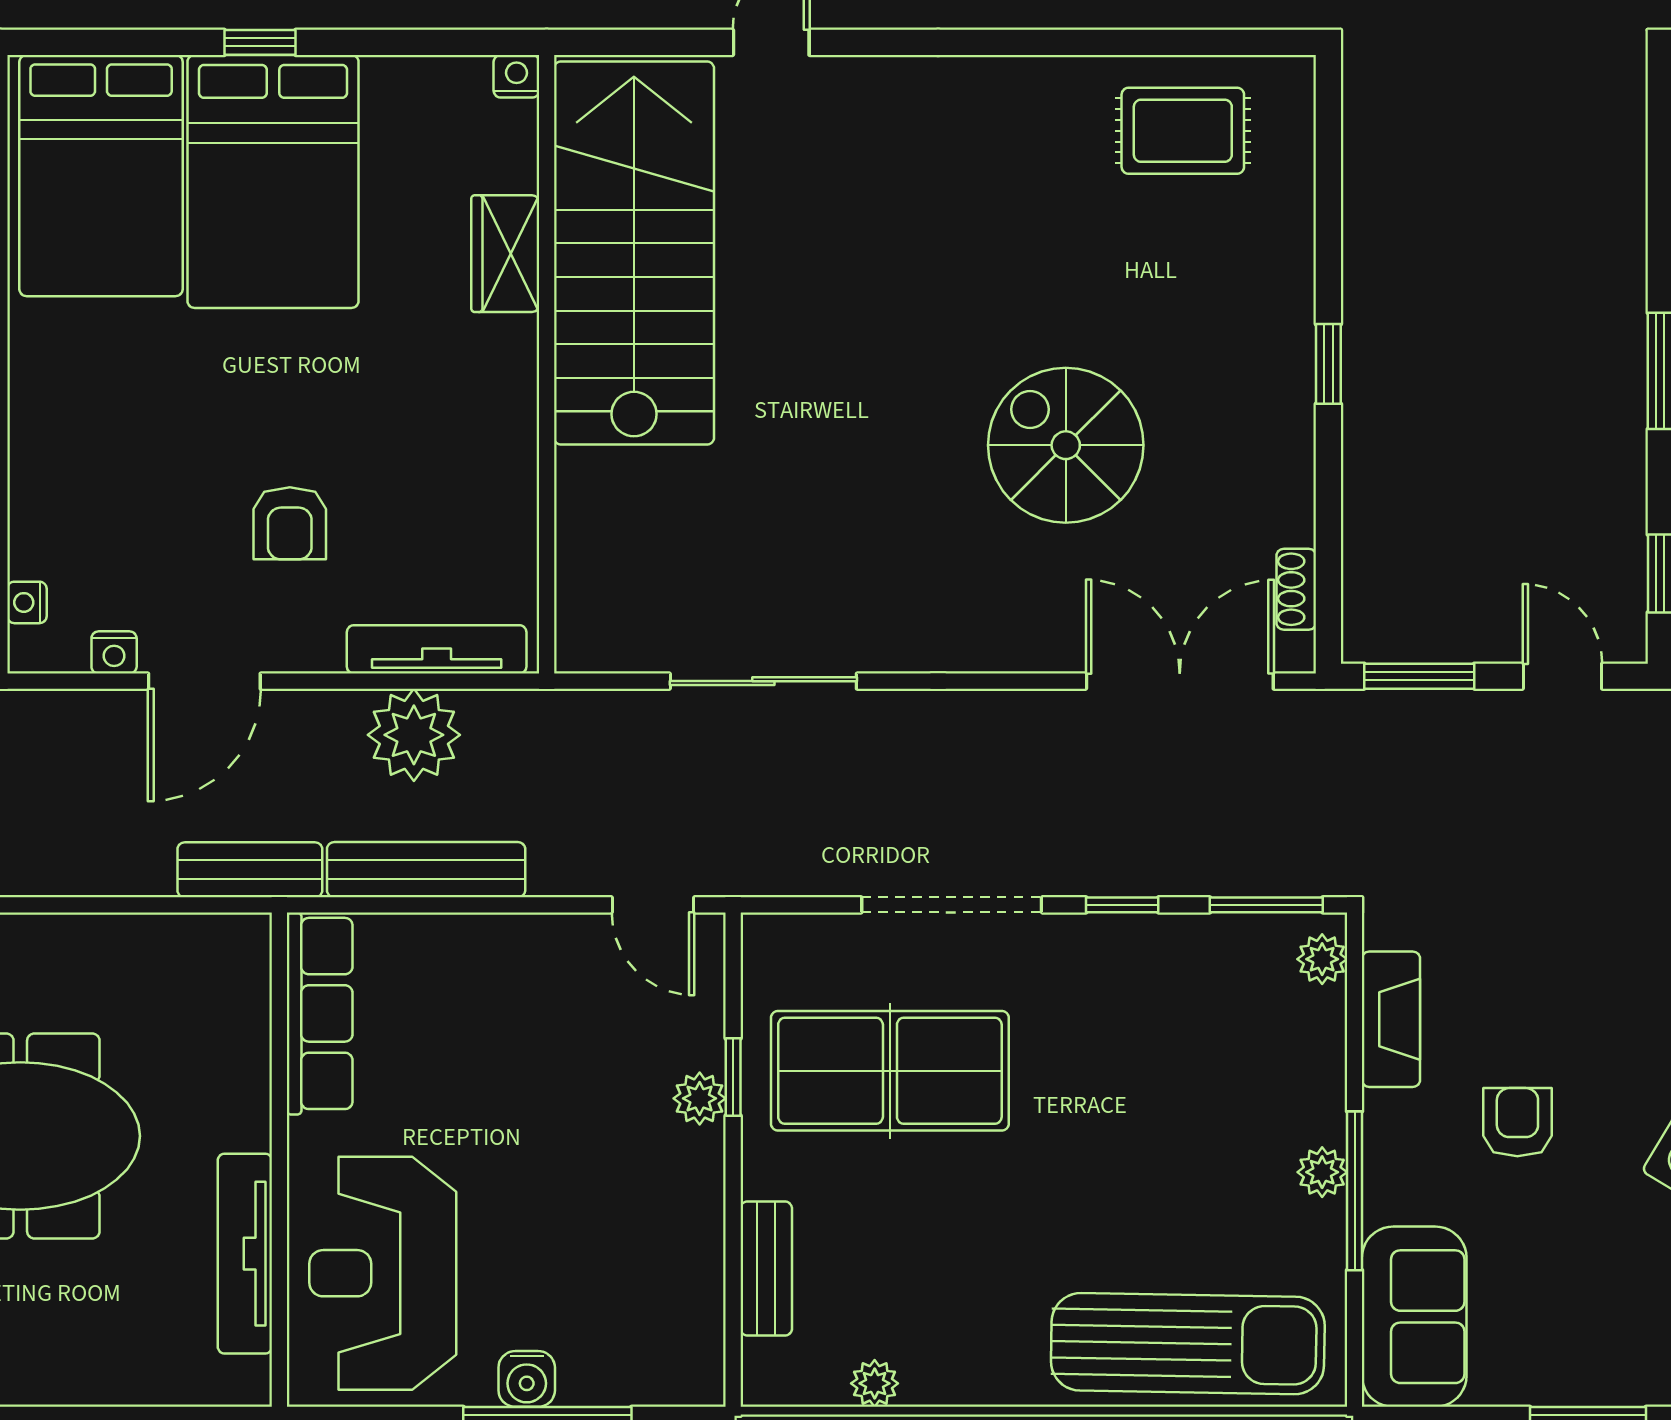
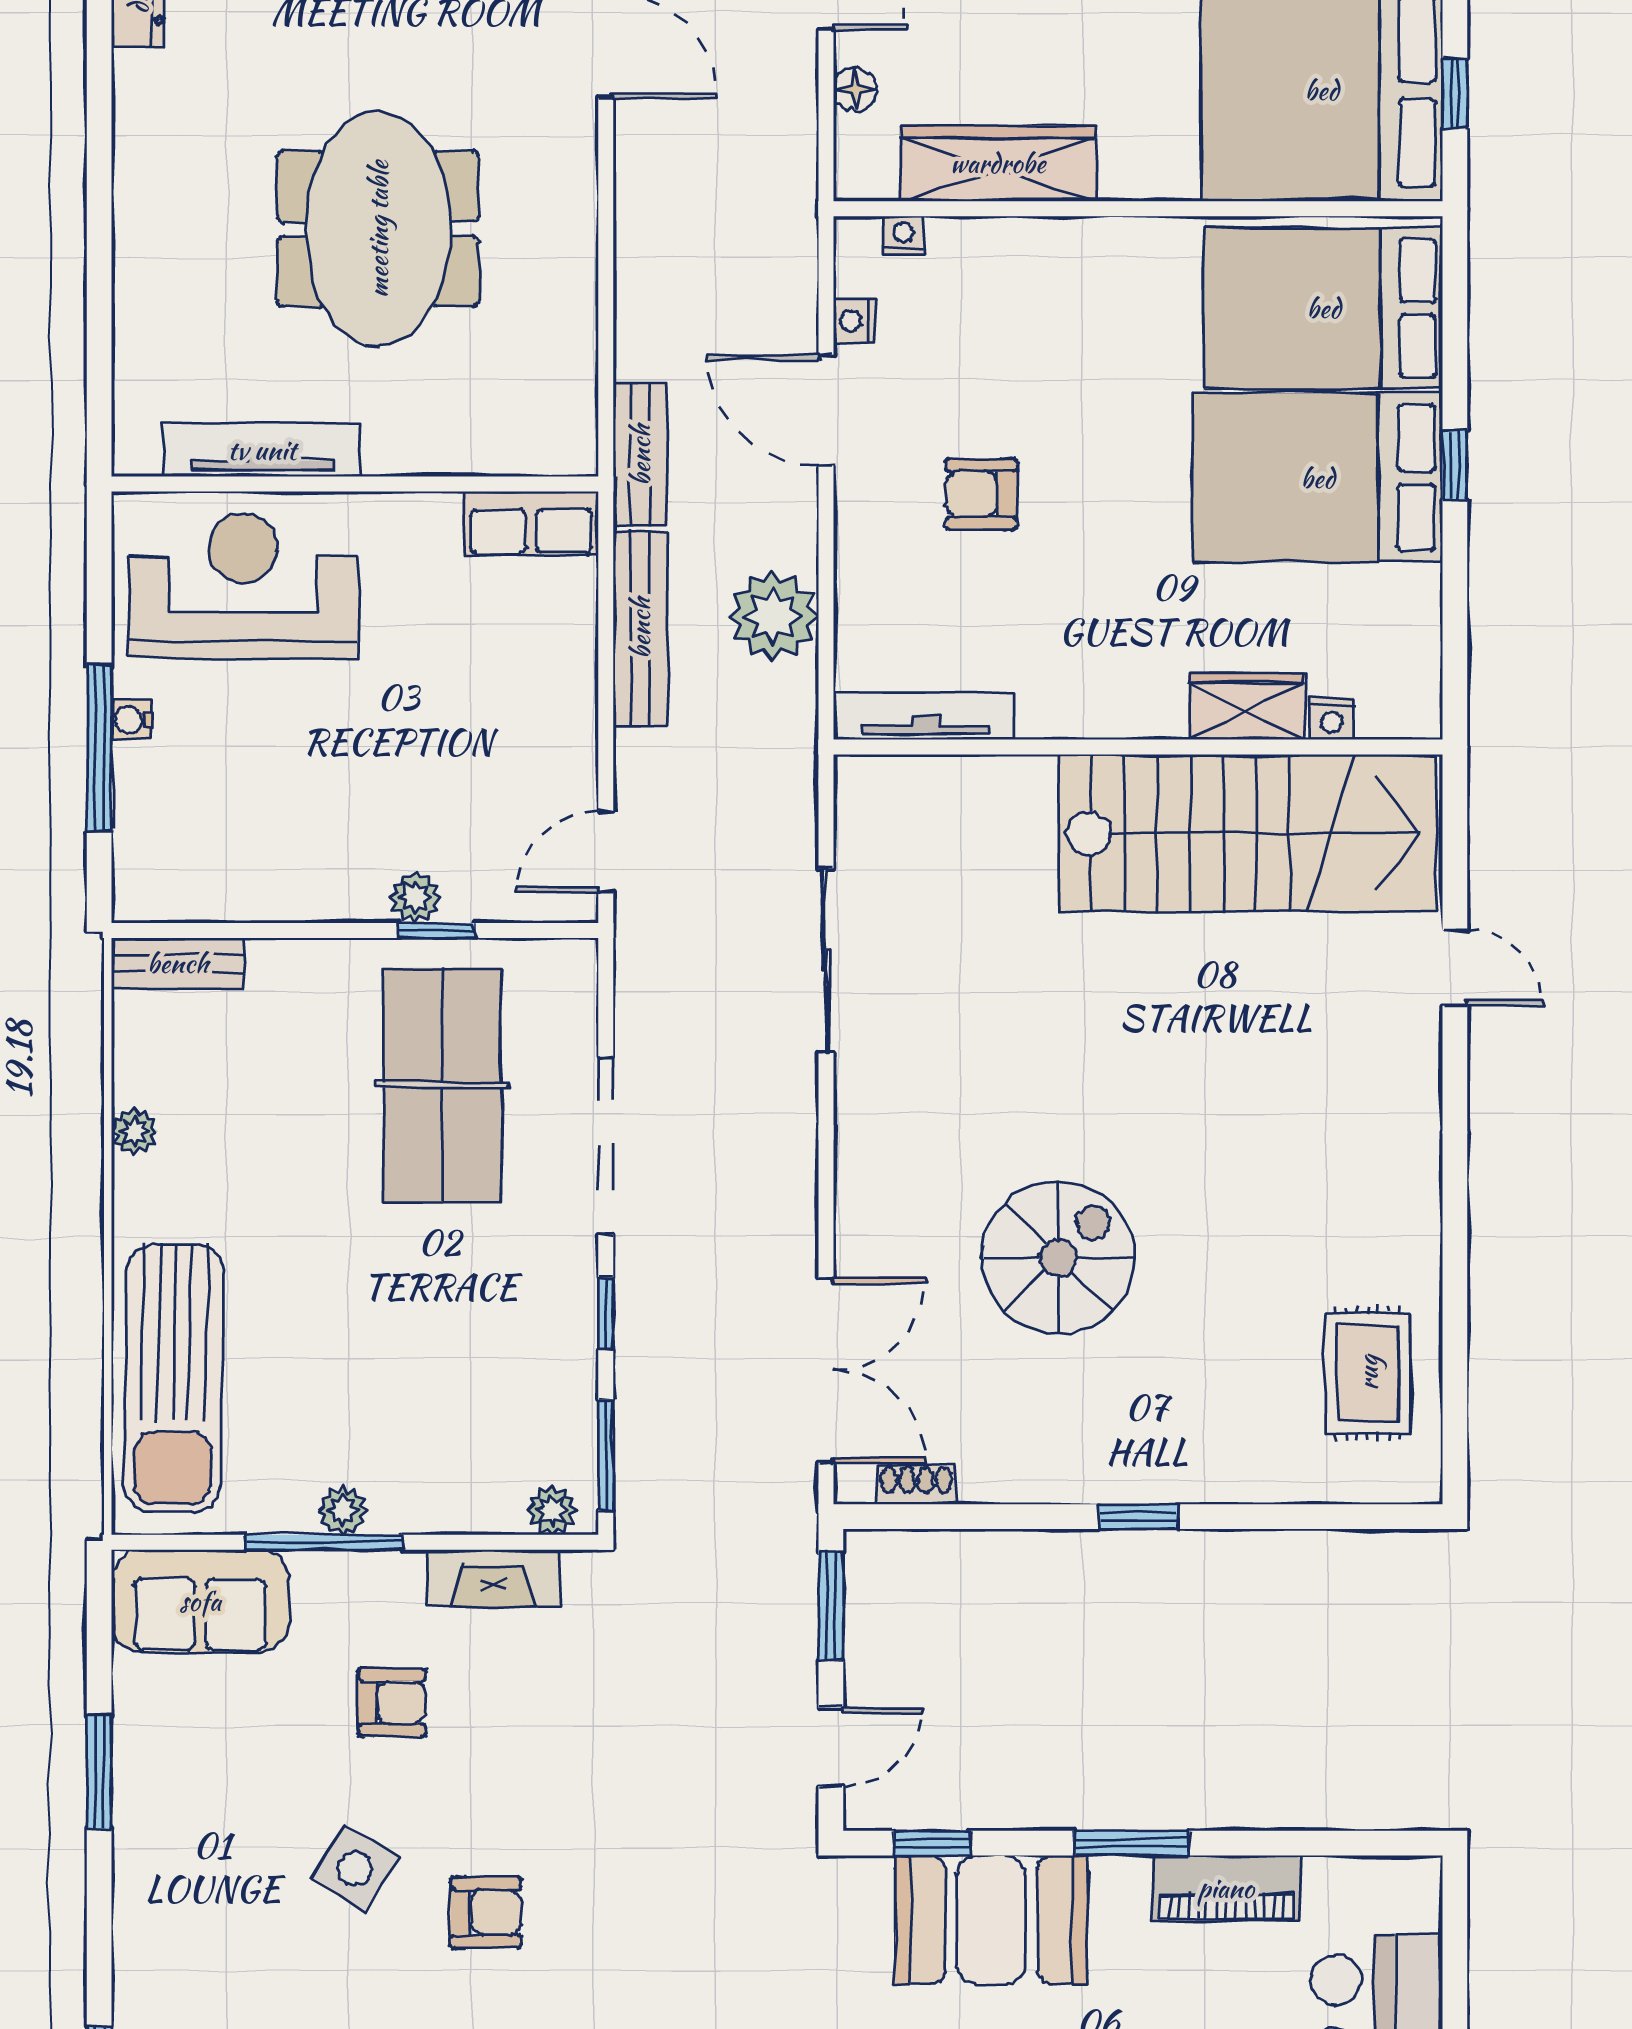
nightstand: (516, 76) -> (1332, 719), moved, turned 90
tv unit: (437, 649) -> (926, 716), moved, turned -90
row of seats: (320, 1013) -> (531, 524), width x0.68
bench: (766, 1269) -> (178, 963), moved
water cooler: (527, 1379) -> (131, 720), width x0.72, depth x0.72
plant: (875, 1383) -> (135, 1131), moved

